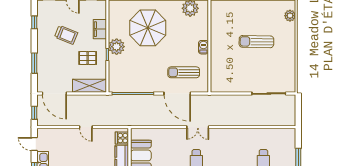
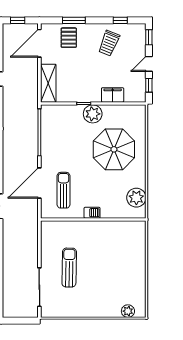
trolley: (66, 35) -> (109, 43), moved
sun lounger: (256, 42) -> (69, 268), moved
pallet: (88, 58) -> (69, 38), moved

